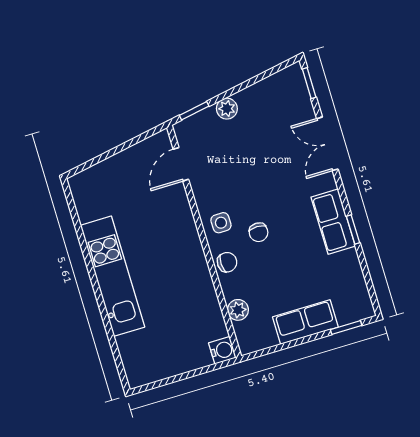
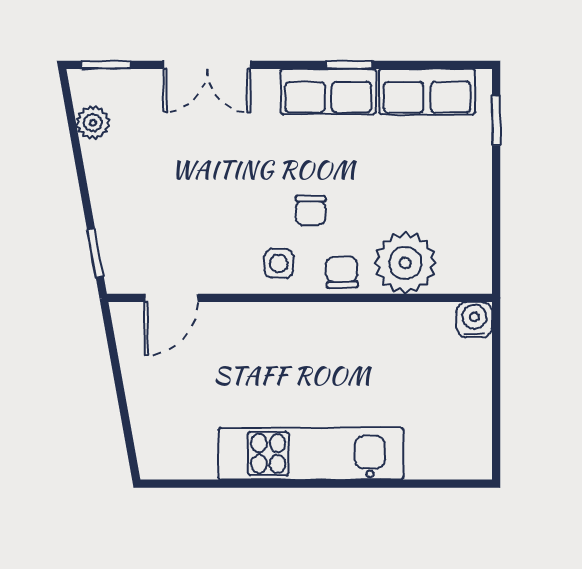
plant: (227, 109) -> (93, 123), moved
door: (181, 164) -> (171, 298), hinge flipped
chair: (259, 232) -> (311, 210), turned 90
plant: (238, 310) -> (405, 263), width x1.87, depth x1.87
row of seats: (305, 322) -> (427, 92), moved, turned -90

